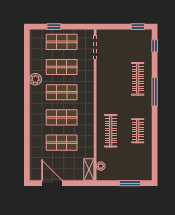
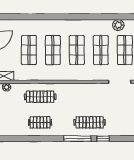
window: (155, 46) -> (103, 139), moved
plant: (35, 79) -> (118, 25), moved

